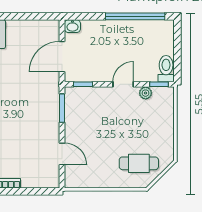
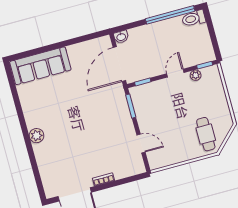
door: (62, 57) -> (119, 64), width x1.36
toilet: (166, 69) -> (194, 18), moved, turned -90
cafe table: (139, 163) -> (206, 134), turned 90

